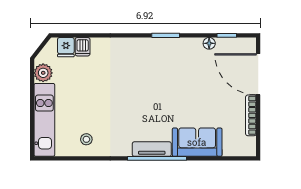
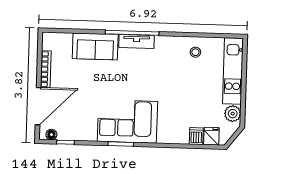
floor lamp: (209, 43) -> (51, 135), moved
corner sofa: (159, 61) -> (127, 121), added
door: (258, 74) -> (38, 106), hinge flipped

